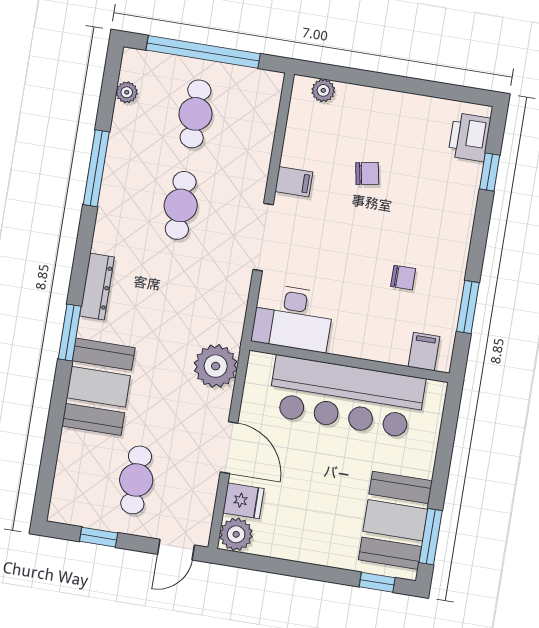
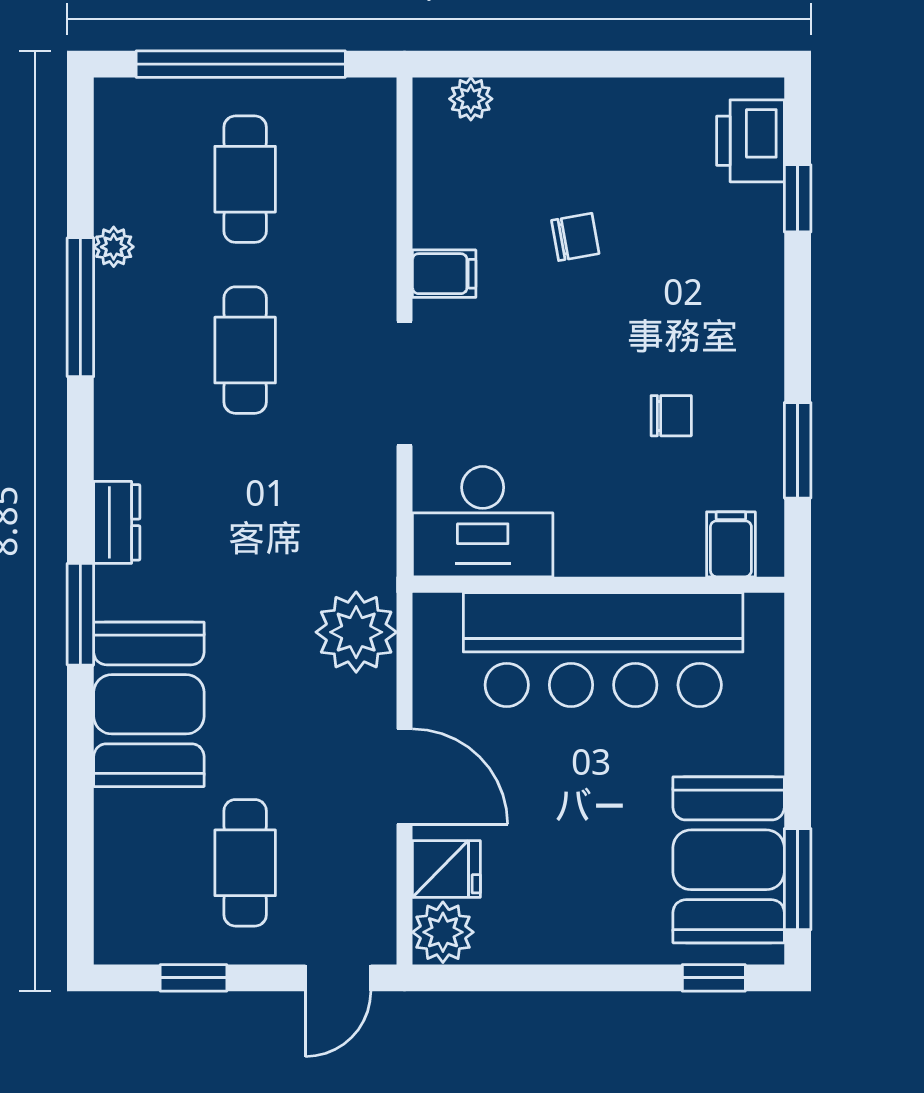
plant: (127, 92) -> (114, 247), moved
dresser: (97, 287) -> (117, 522), width x0.70

